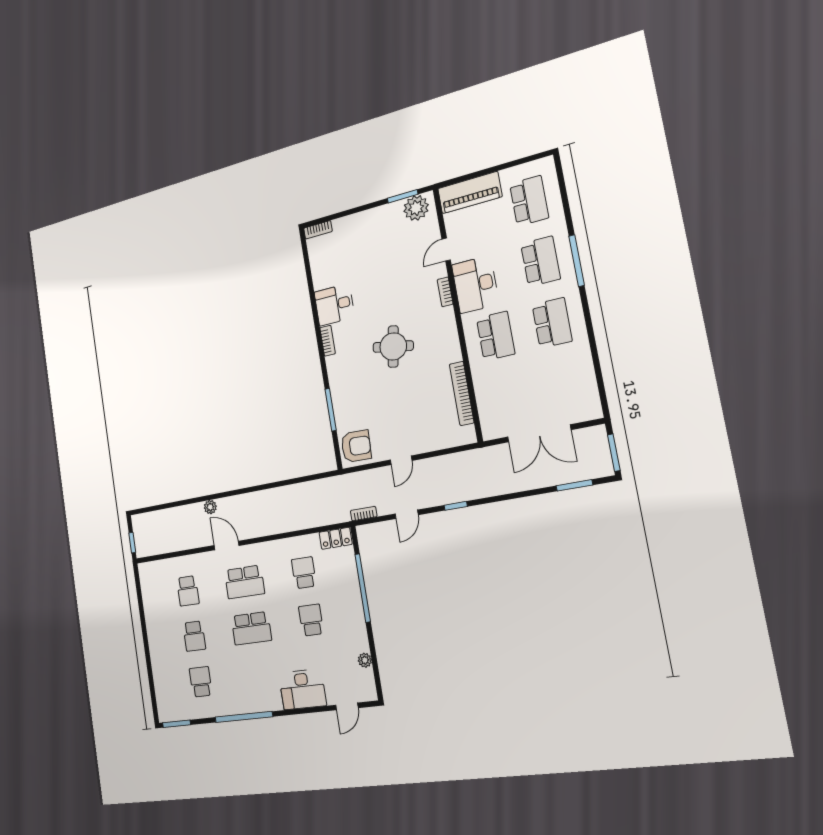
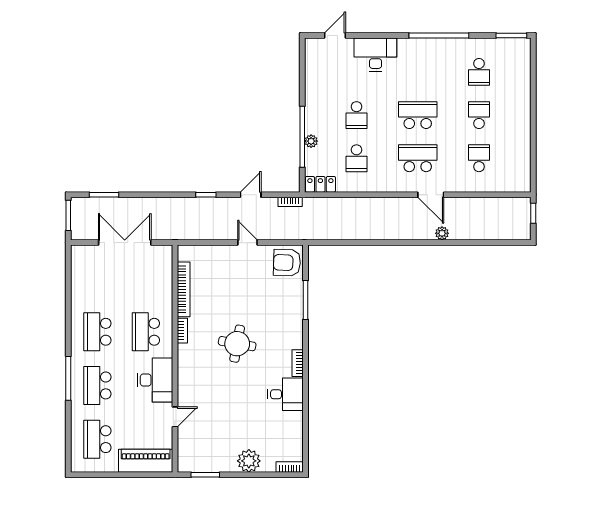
plant: (416, 208) -> (249, 461), moved
bookcase: (445, 292) -> (182, 331), moved
door: (401, 460) -> (247, 242), hinge flipped
plant: (365, 660) -> (311, 141), moved

